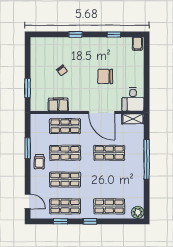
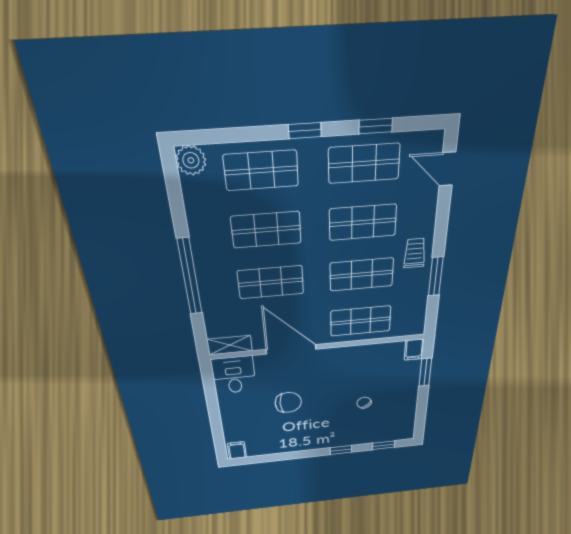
window: (114, 34) -> (384, 445), moved
filing cabinet: (58, 105) -> (414, 350), moved, width x0.50
shop shelf: (109, 180) -> (266, 230), added

